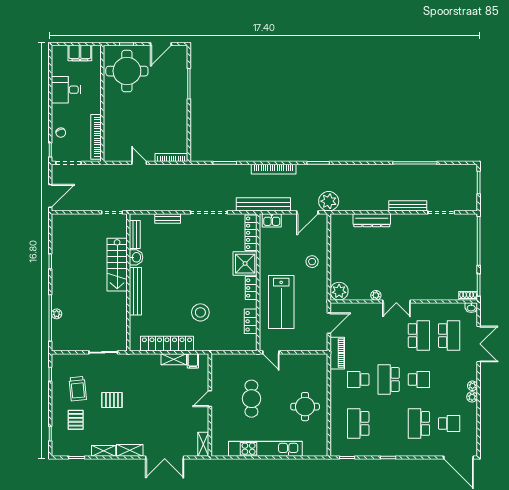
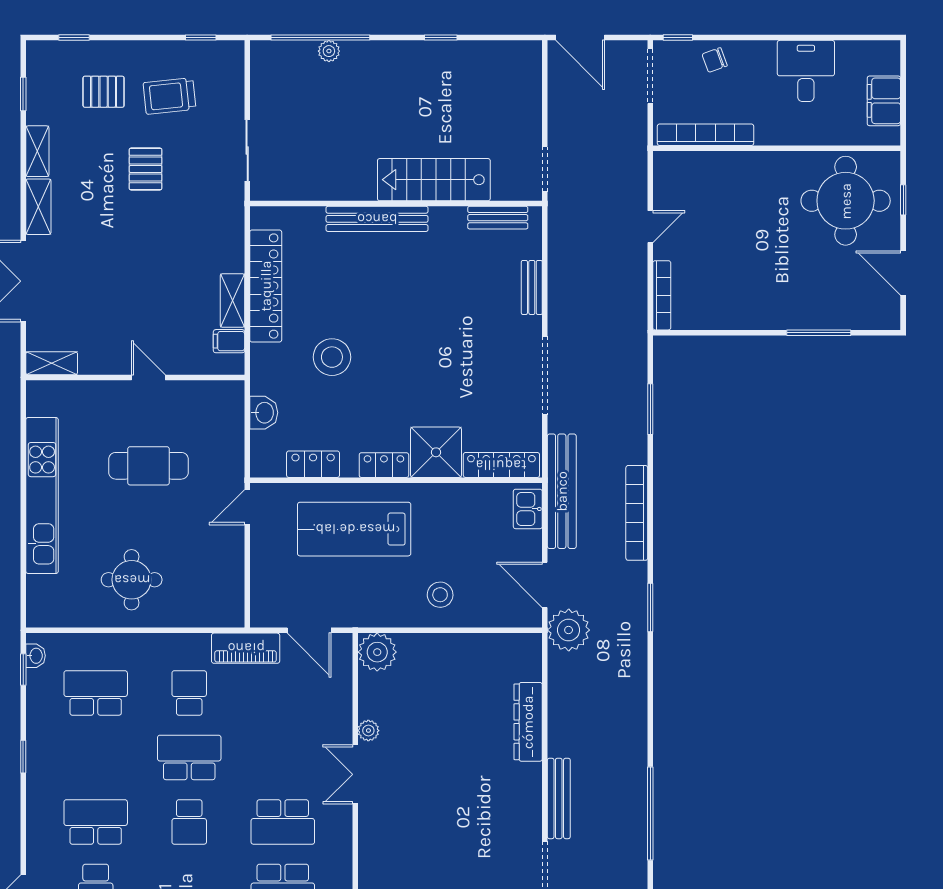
washbasin: (136, 257) -> (264, 413), moved, turned -90
washbasin: (341, 452) -> (36, 656), added

